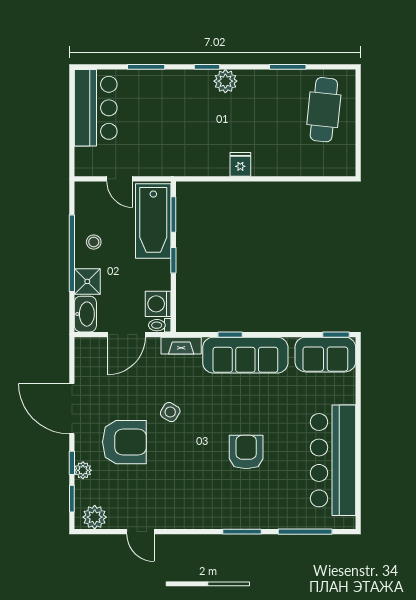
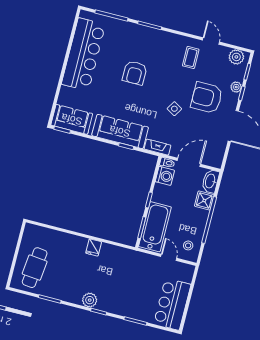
stool: (94, 242) -> (188, 245), moved
coffee table: (165, 498) -> (191, 58), added

